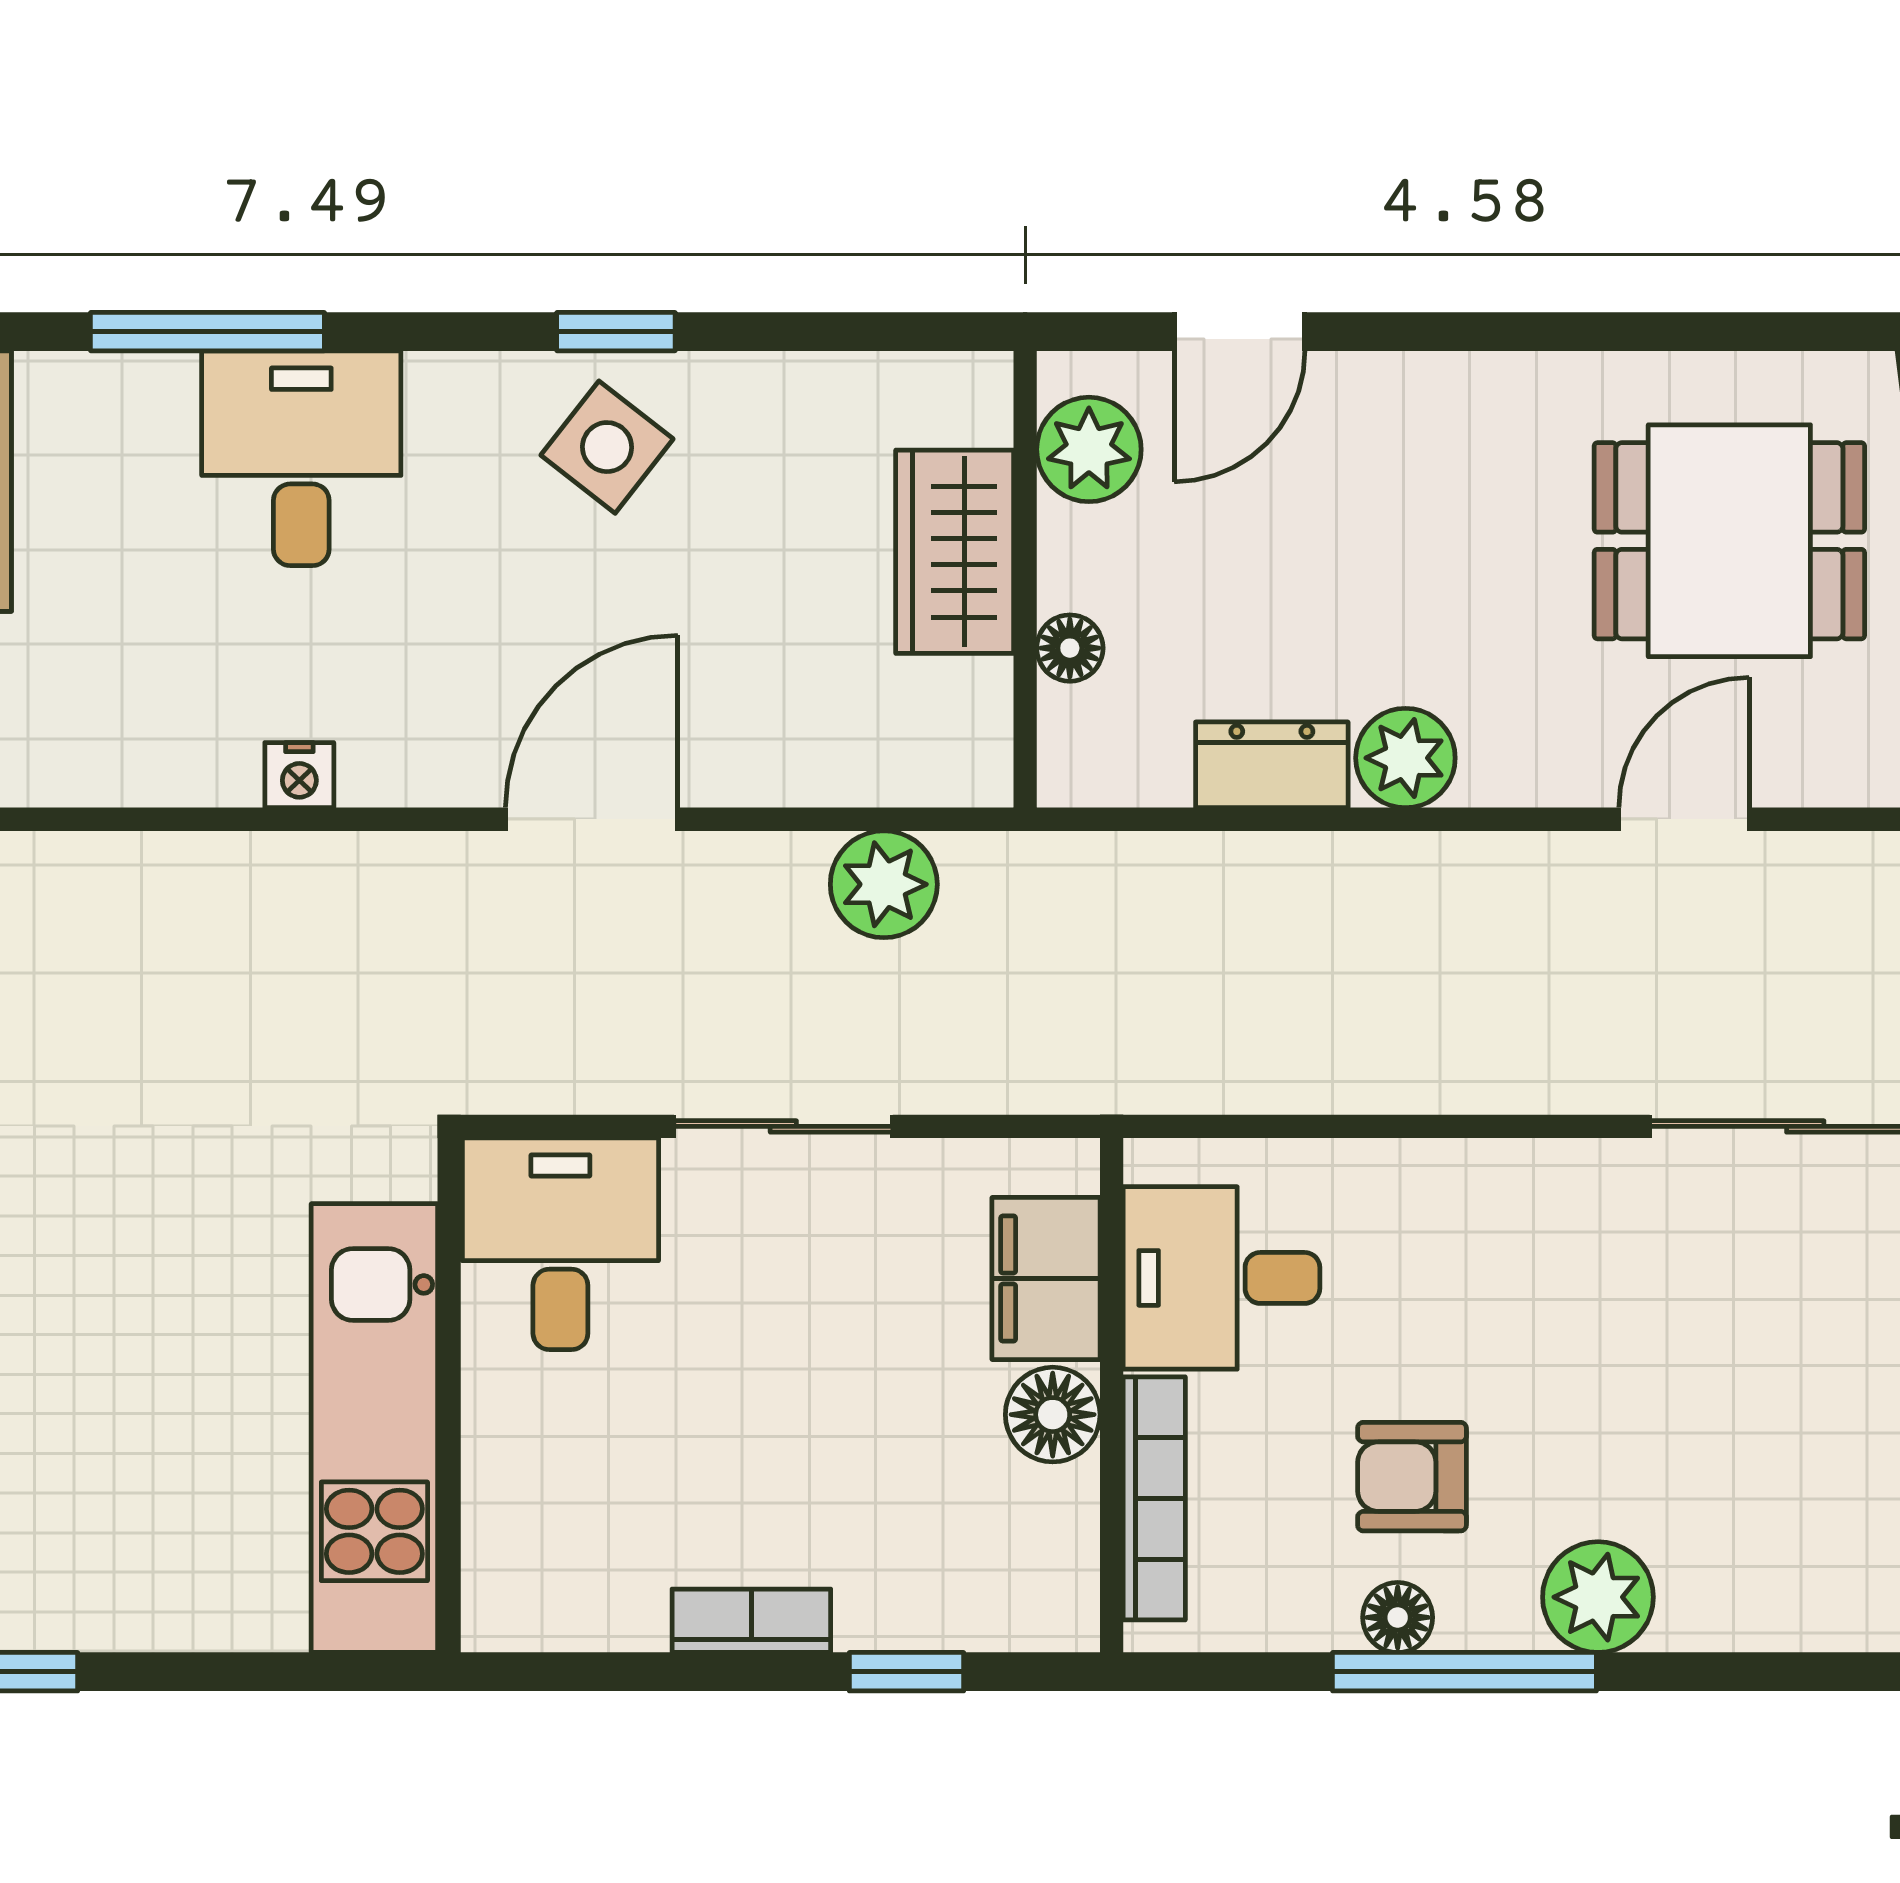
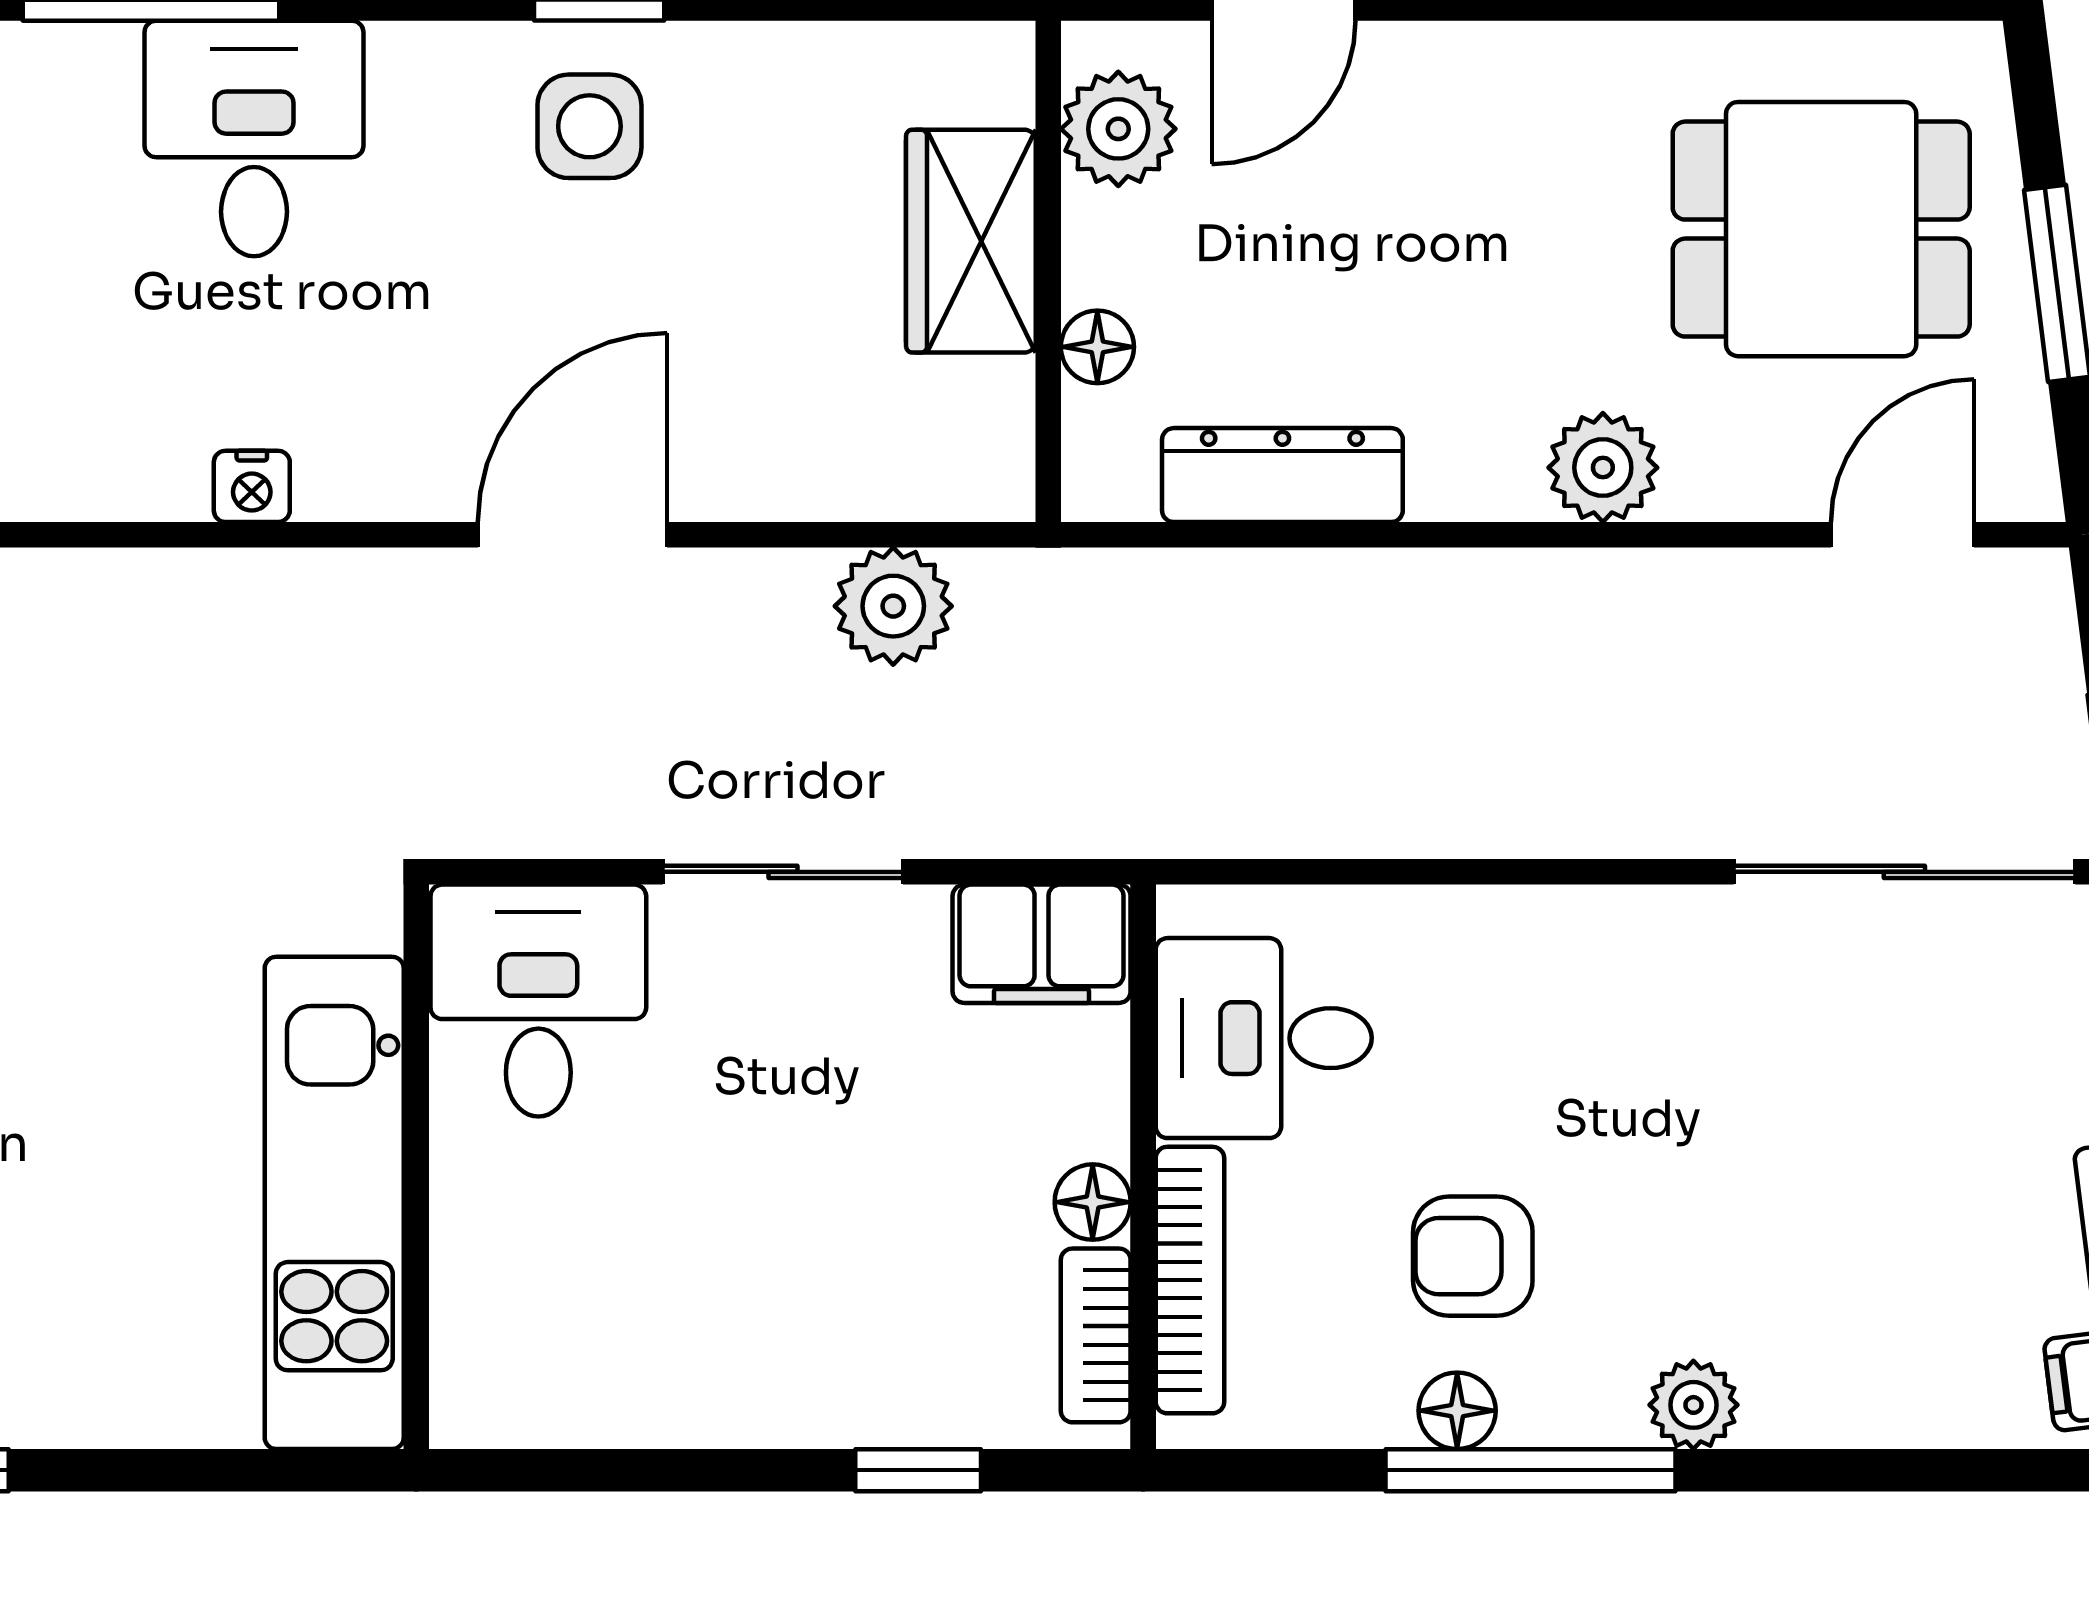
side table: (607, 447) -> (589, 126), turned -38
plant: (1405, 758) -> (1603, 468), moved
dresser: (1272, 765) -> (1282, 475), width x1.44
door: (1684, 819) -> (1903, 535), moved
filing cabinet: (1046, 1279) -> (1042, 944), moved, turned -90
floor lamp: (1053, 1415) -> (1093, 1202), width x0.73, depth x0.73
plant: (1598, 1597) -> (1693, 1405), width x0.73, depth x0.73
bookcase: (751, 1621) -> (1096, 1335), moved, turned -90

